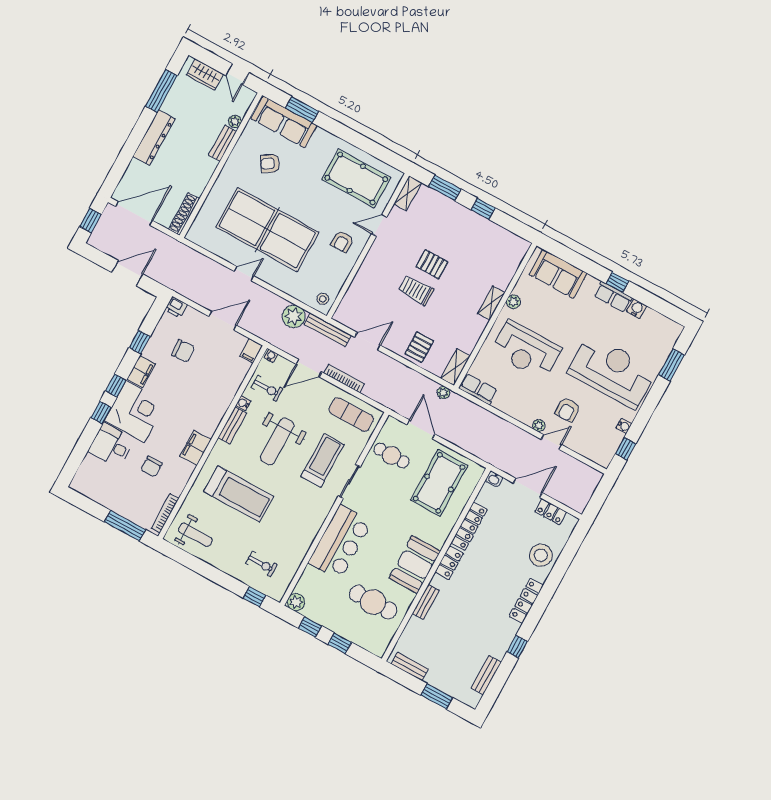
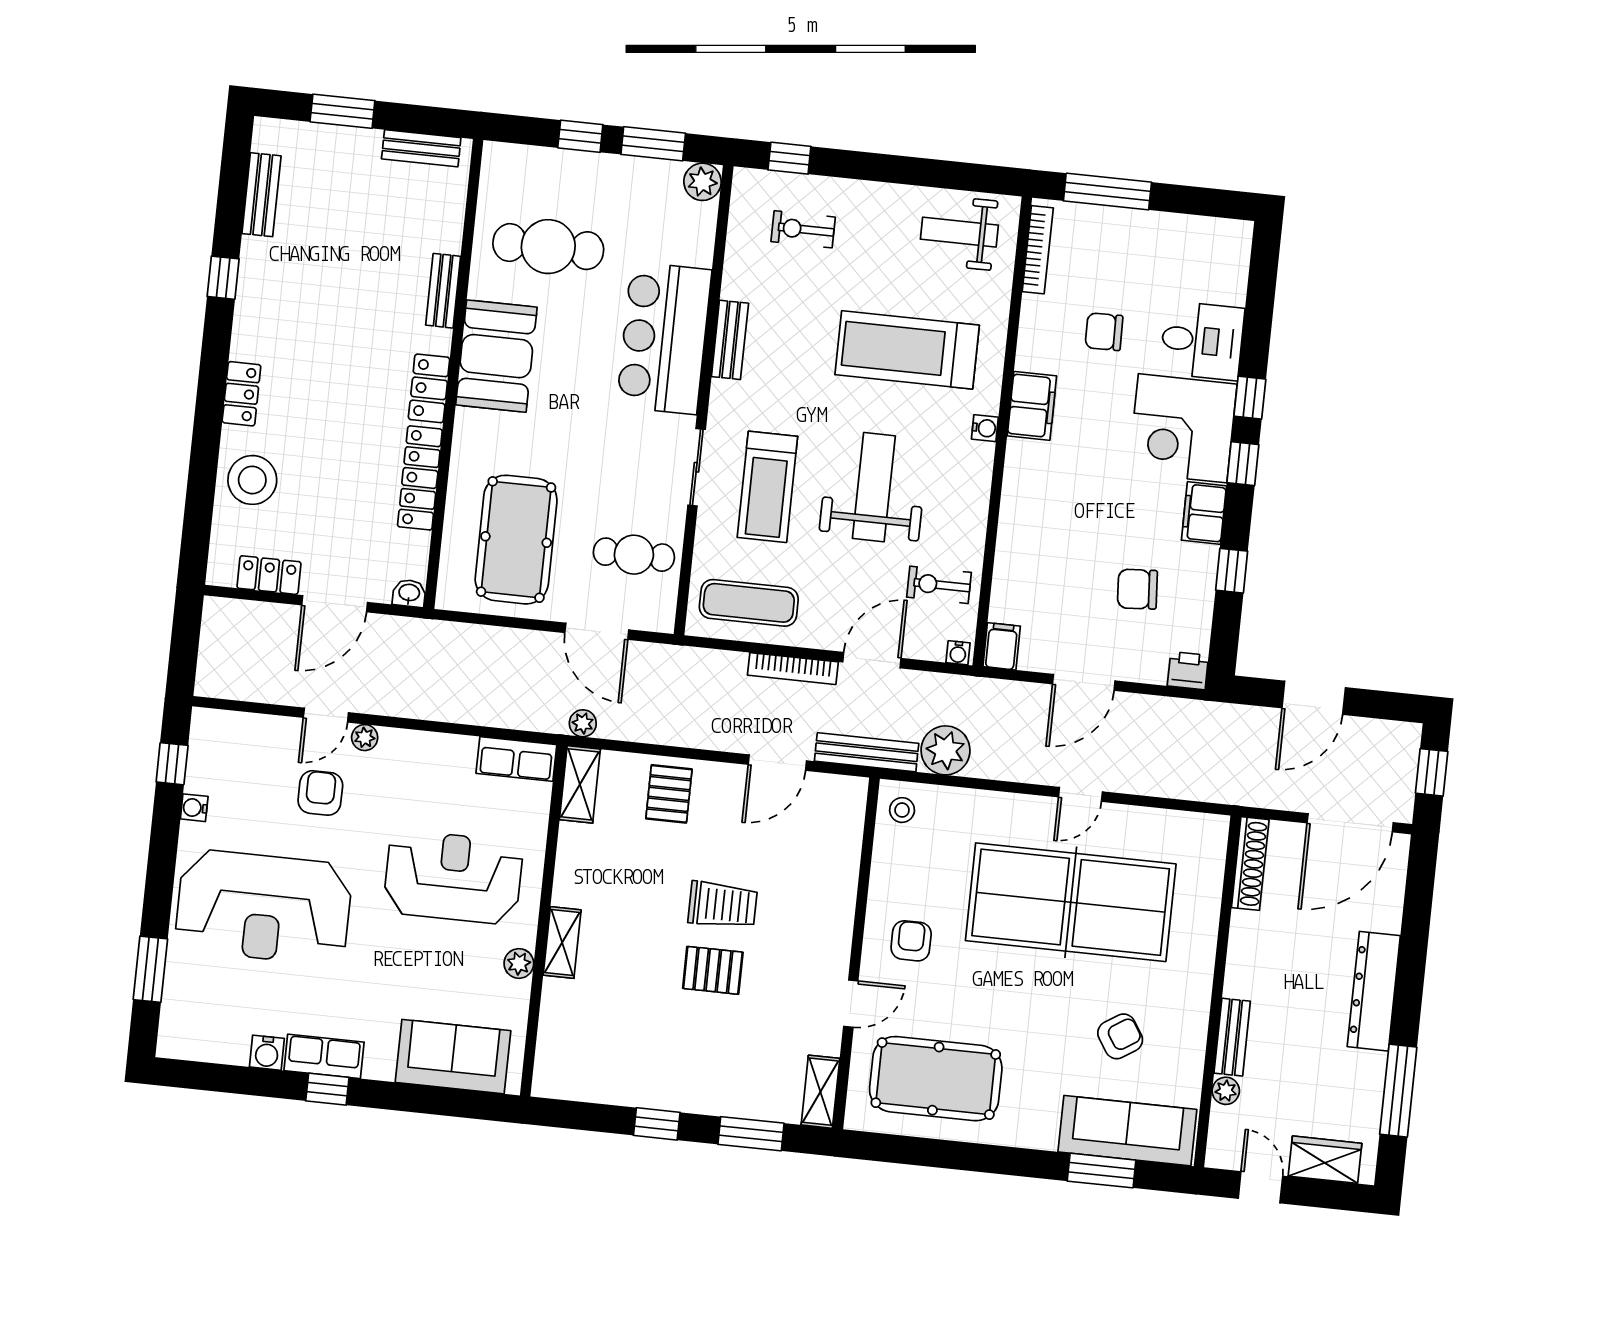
water cooler: (243, 403) -> (985, 428), moved
bench: (232, 425) -> (730, 340), moved
chair: (151, 467) -> (1104, 332), turned -91
locker: (526, 601) -> (241, 394), width x0.66
window: (310, 627) -> (653, 144), width x1.50

